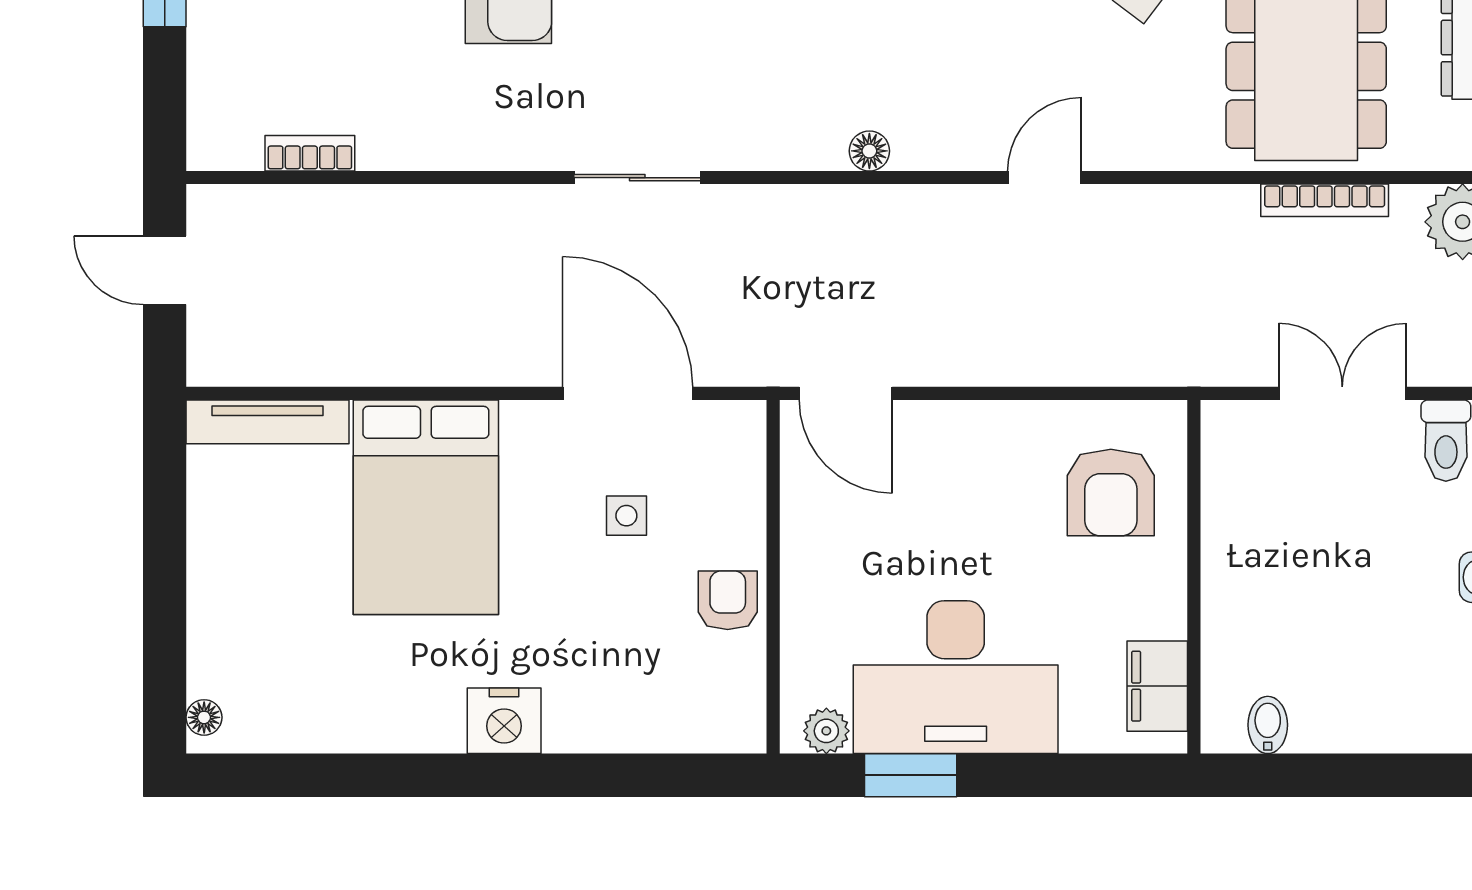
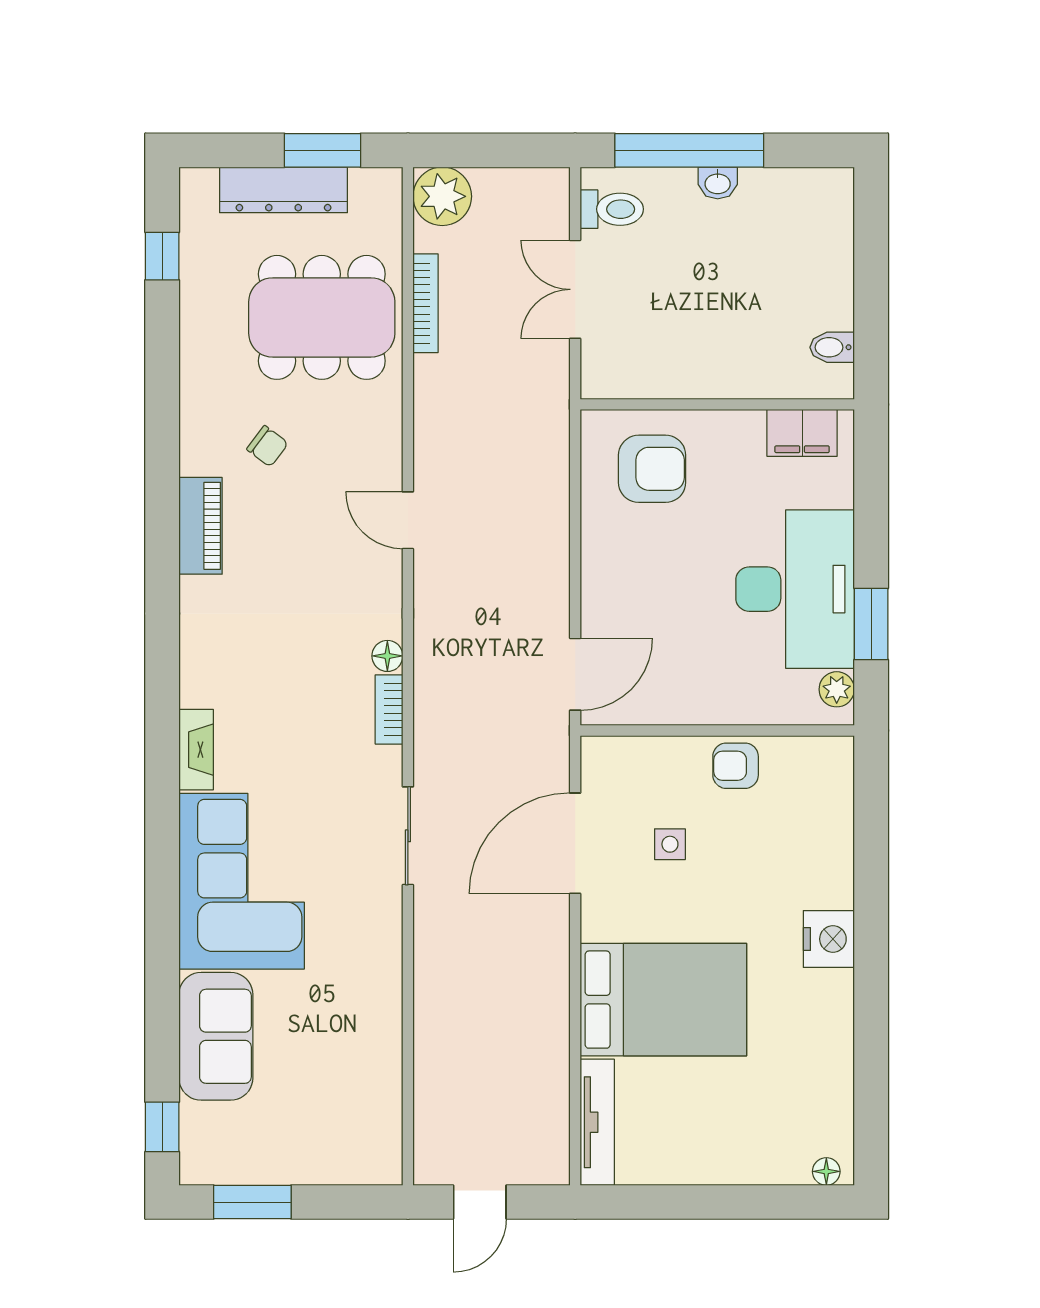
bookcase: (310, 153) -> (389, 709), moved

